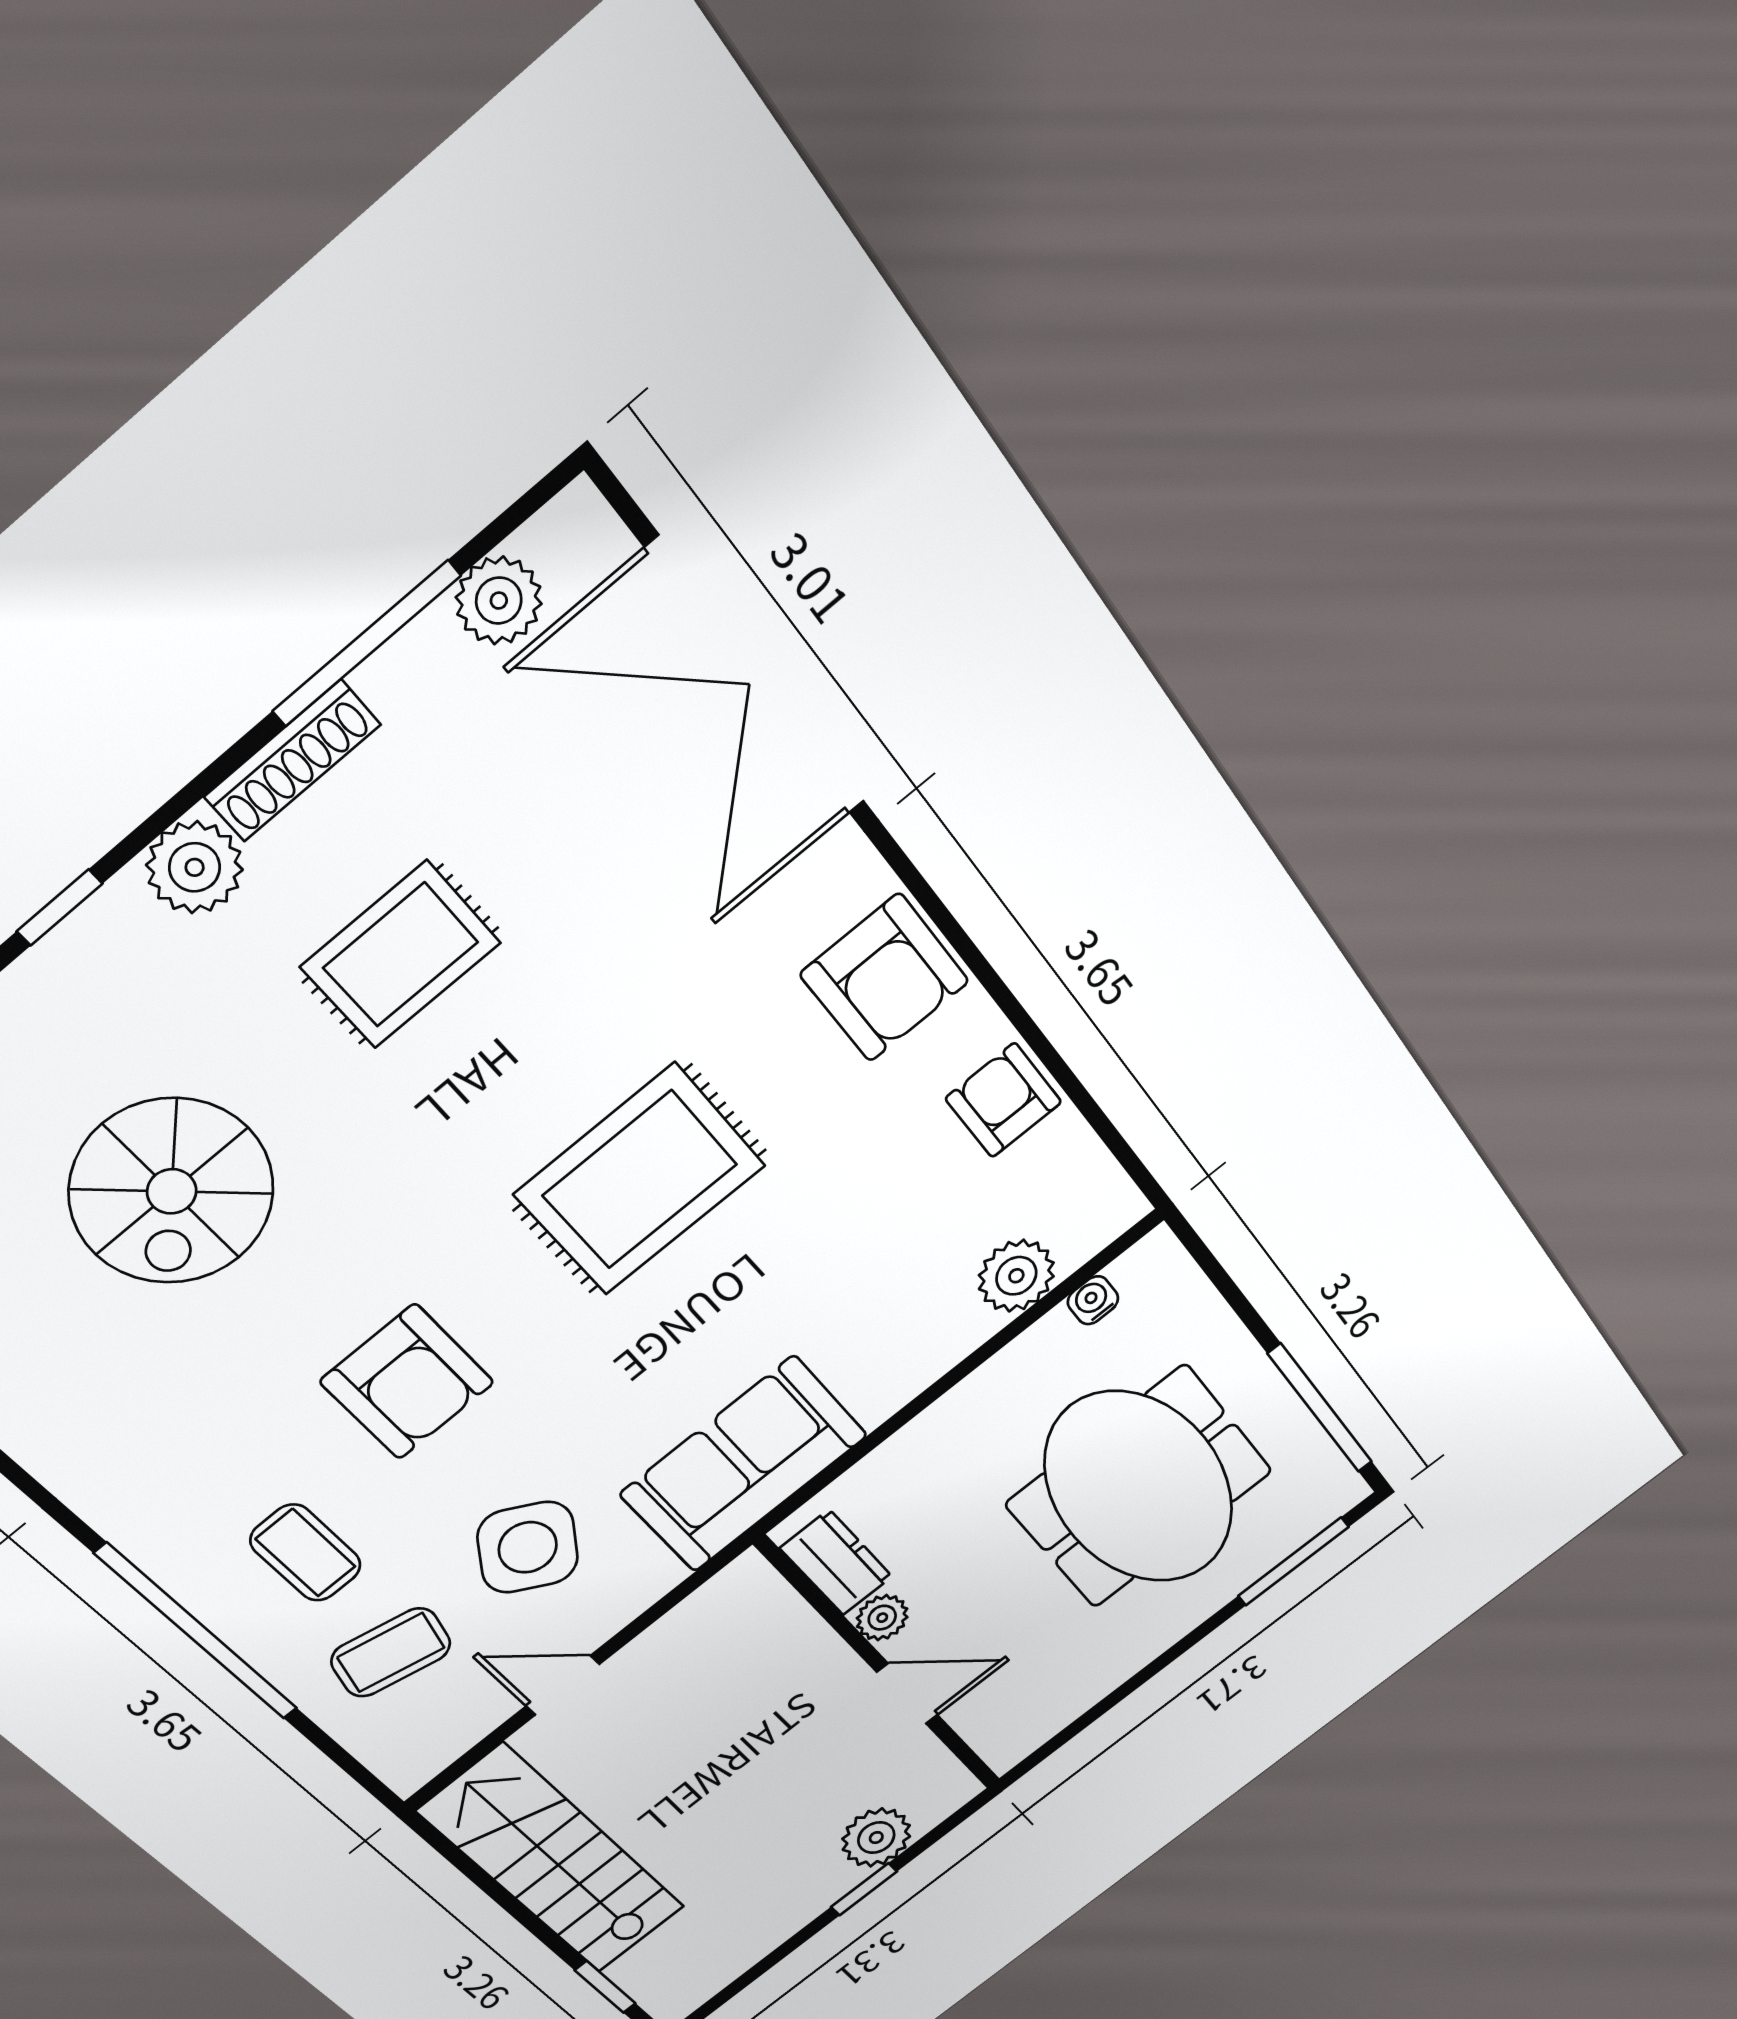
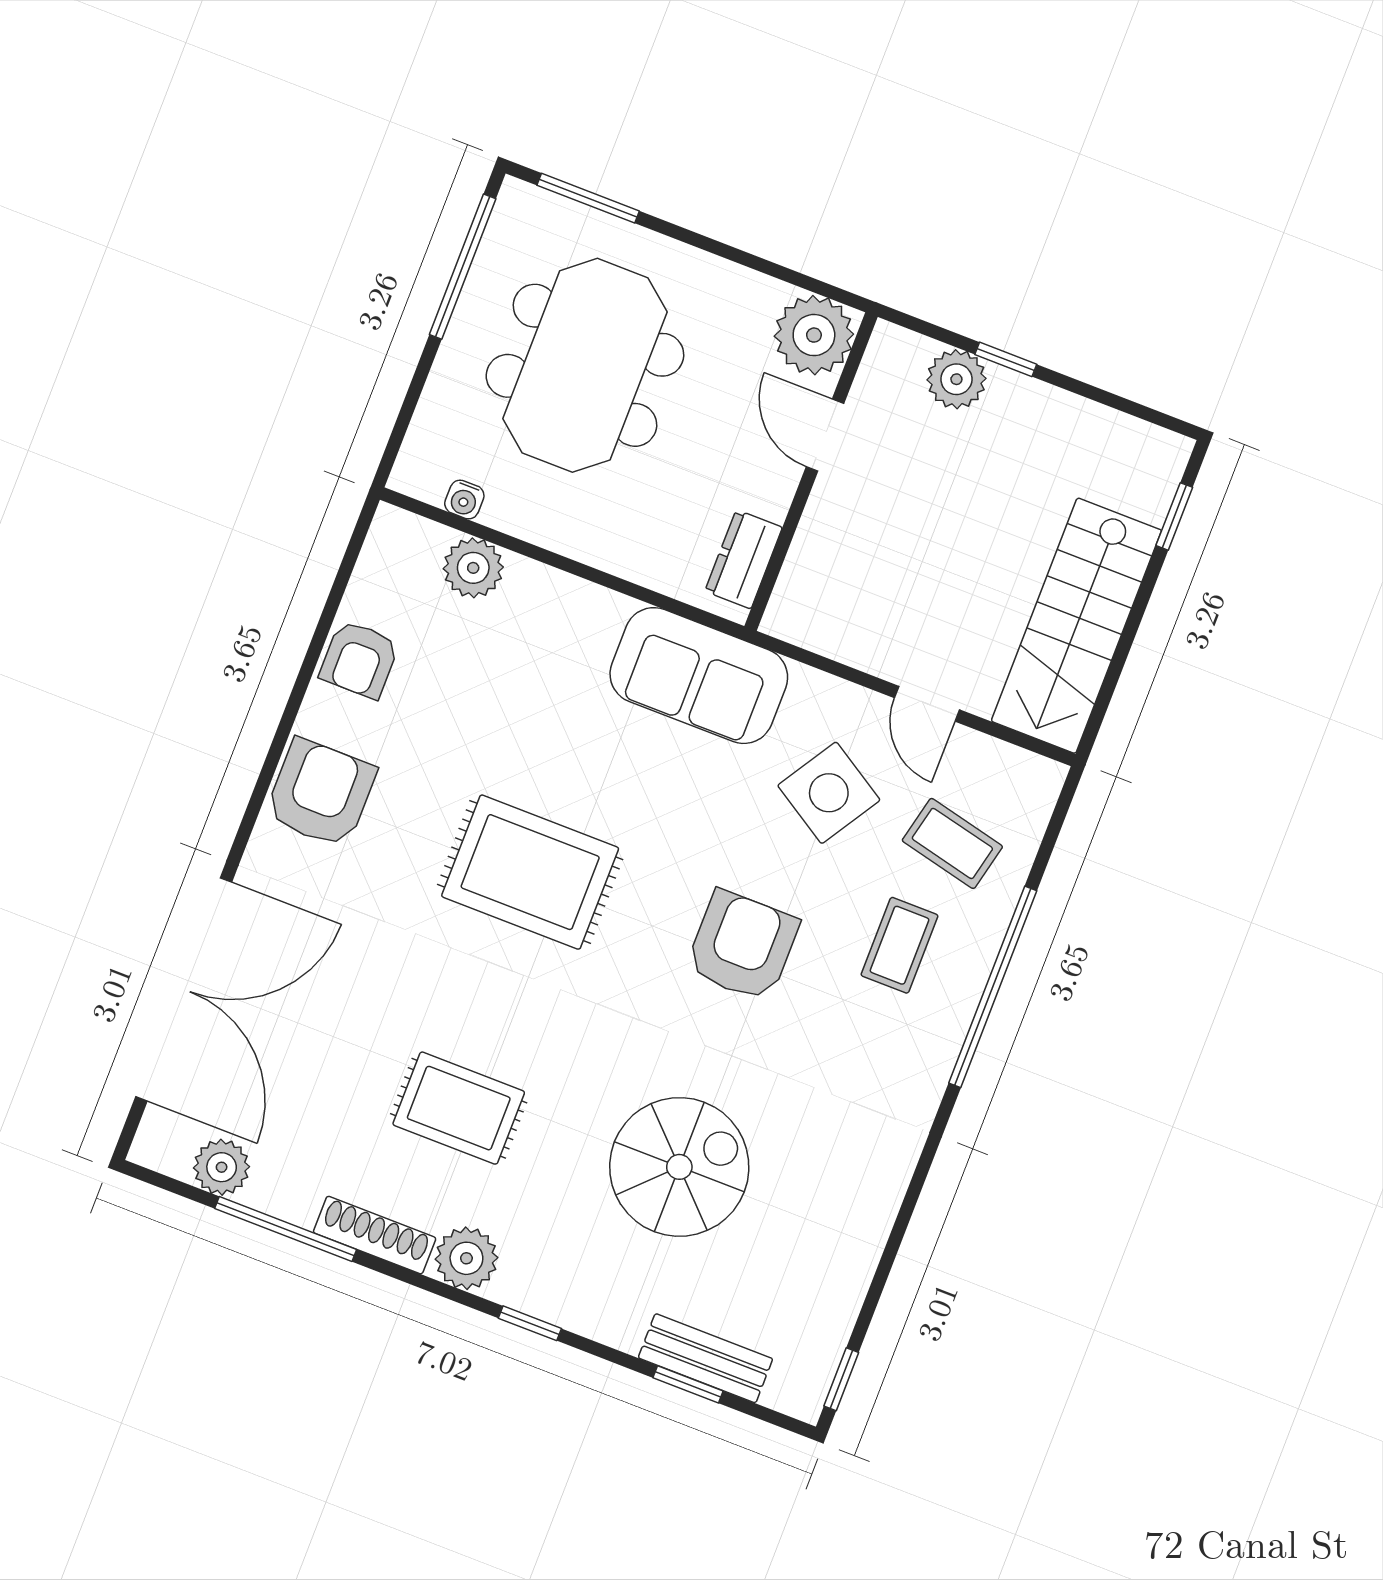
plant: (882, 1618) -> (814, 335), moved, width x1.88, depth x1.88

